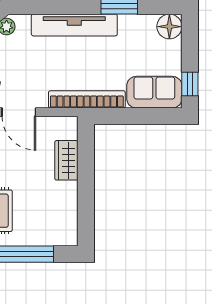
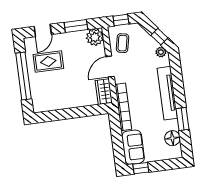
floor lamp: (169, 27) -> (172, 138), moved
wardrobe: (66, 160) -> (104, 92), moved, turned -90

